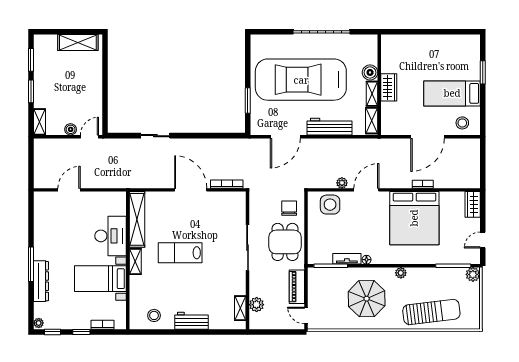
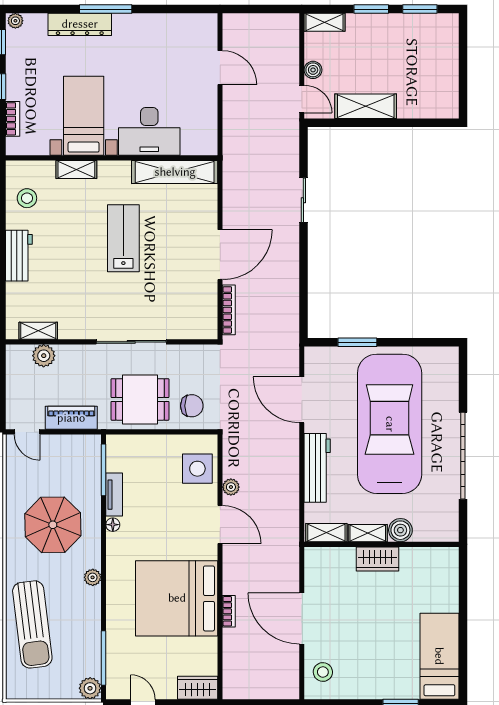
shelving: (78, 43) -> (366, 106), moved, turned 90
bed: (452, 93) -> (439, 656), moved
shelving: (135, 262) -> (76, 169), moved
door: (306, 315) -> (27, 432), swing flipped

